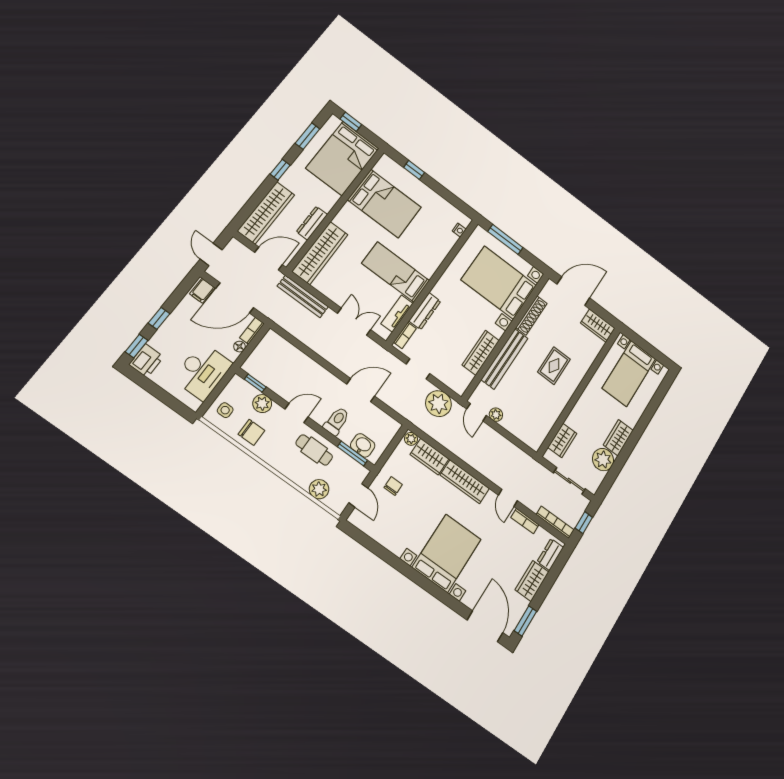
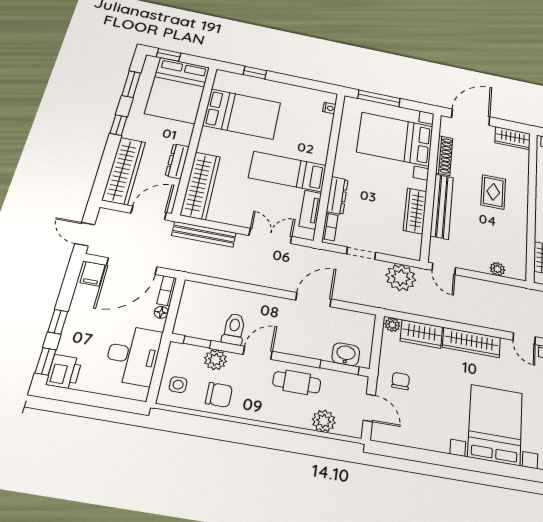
plant: (496, 415) -> (497, 269), moved
toilet: (337, 421) -> (234, 329), moved

